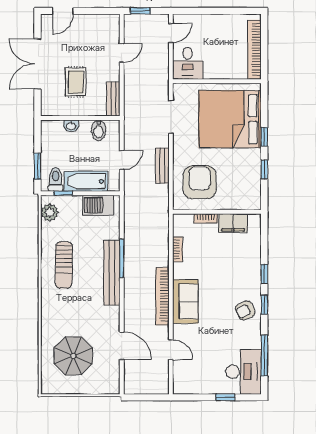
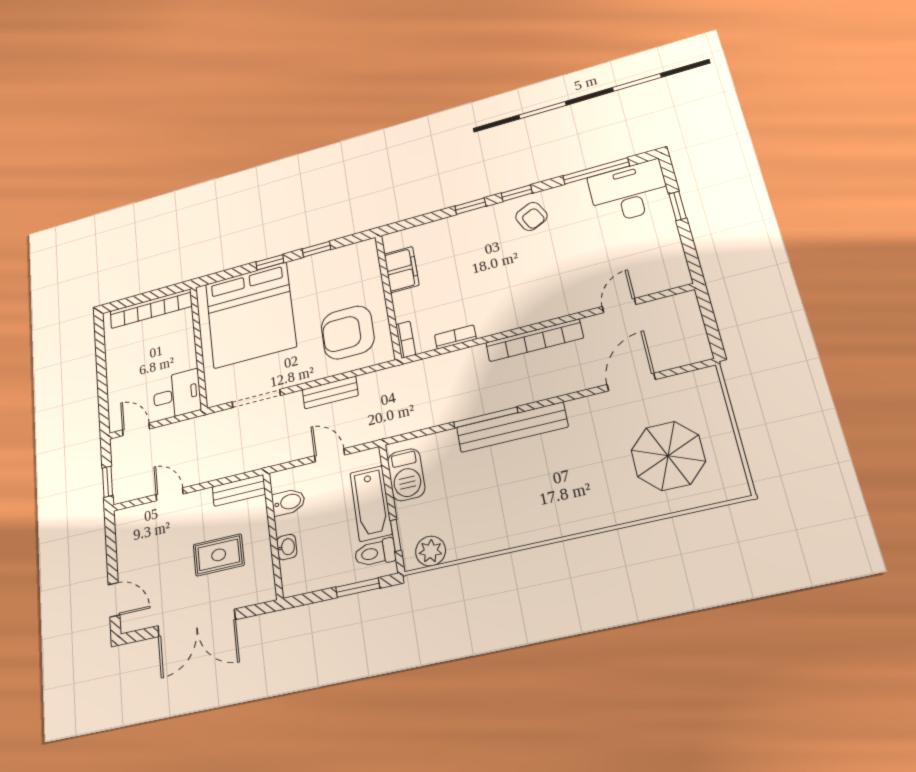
bookcase: (206, 218) -> (406, 340), moved
sun lounger: (64, 265) -> (514, 507), removed
sofa: (185, 302) -> (536, 304), removed

